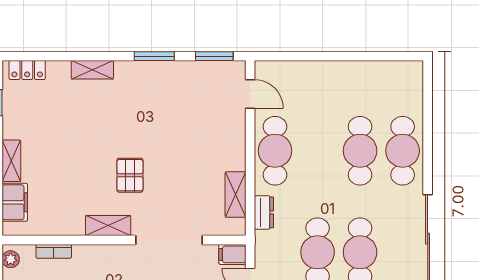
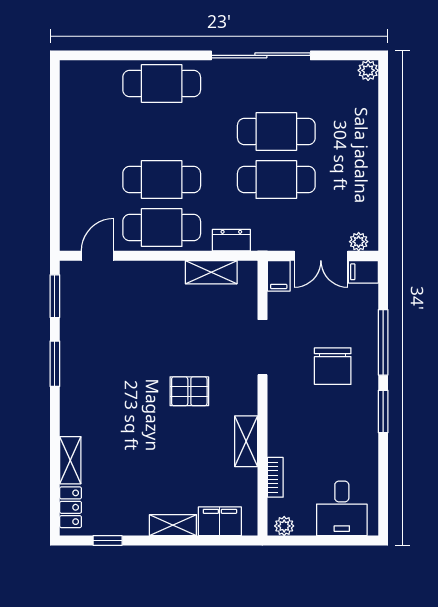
shelving: (92, 70) -> (70, 460), moved
cafe table: (360, 151) -> (162, 180), moved
shelving: (108, 226) -> (246, 441), moved
doorway: (169, 240) -> (262, 347), width x0.73

